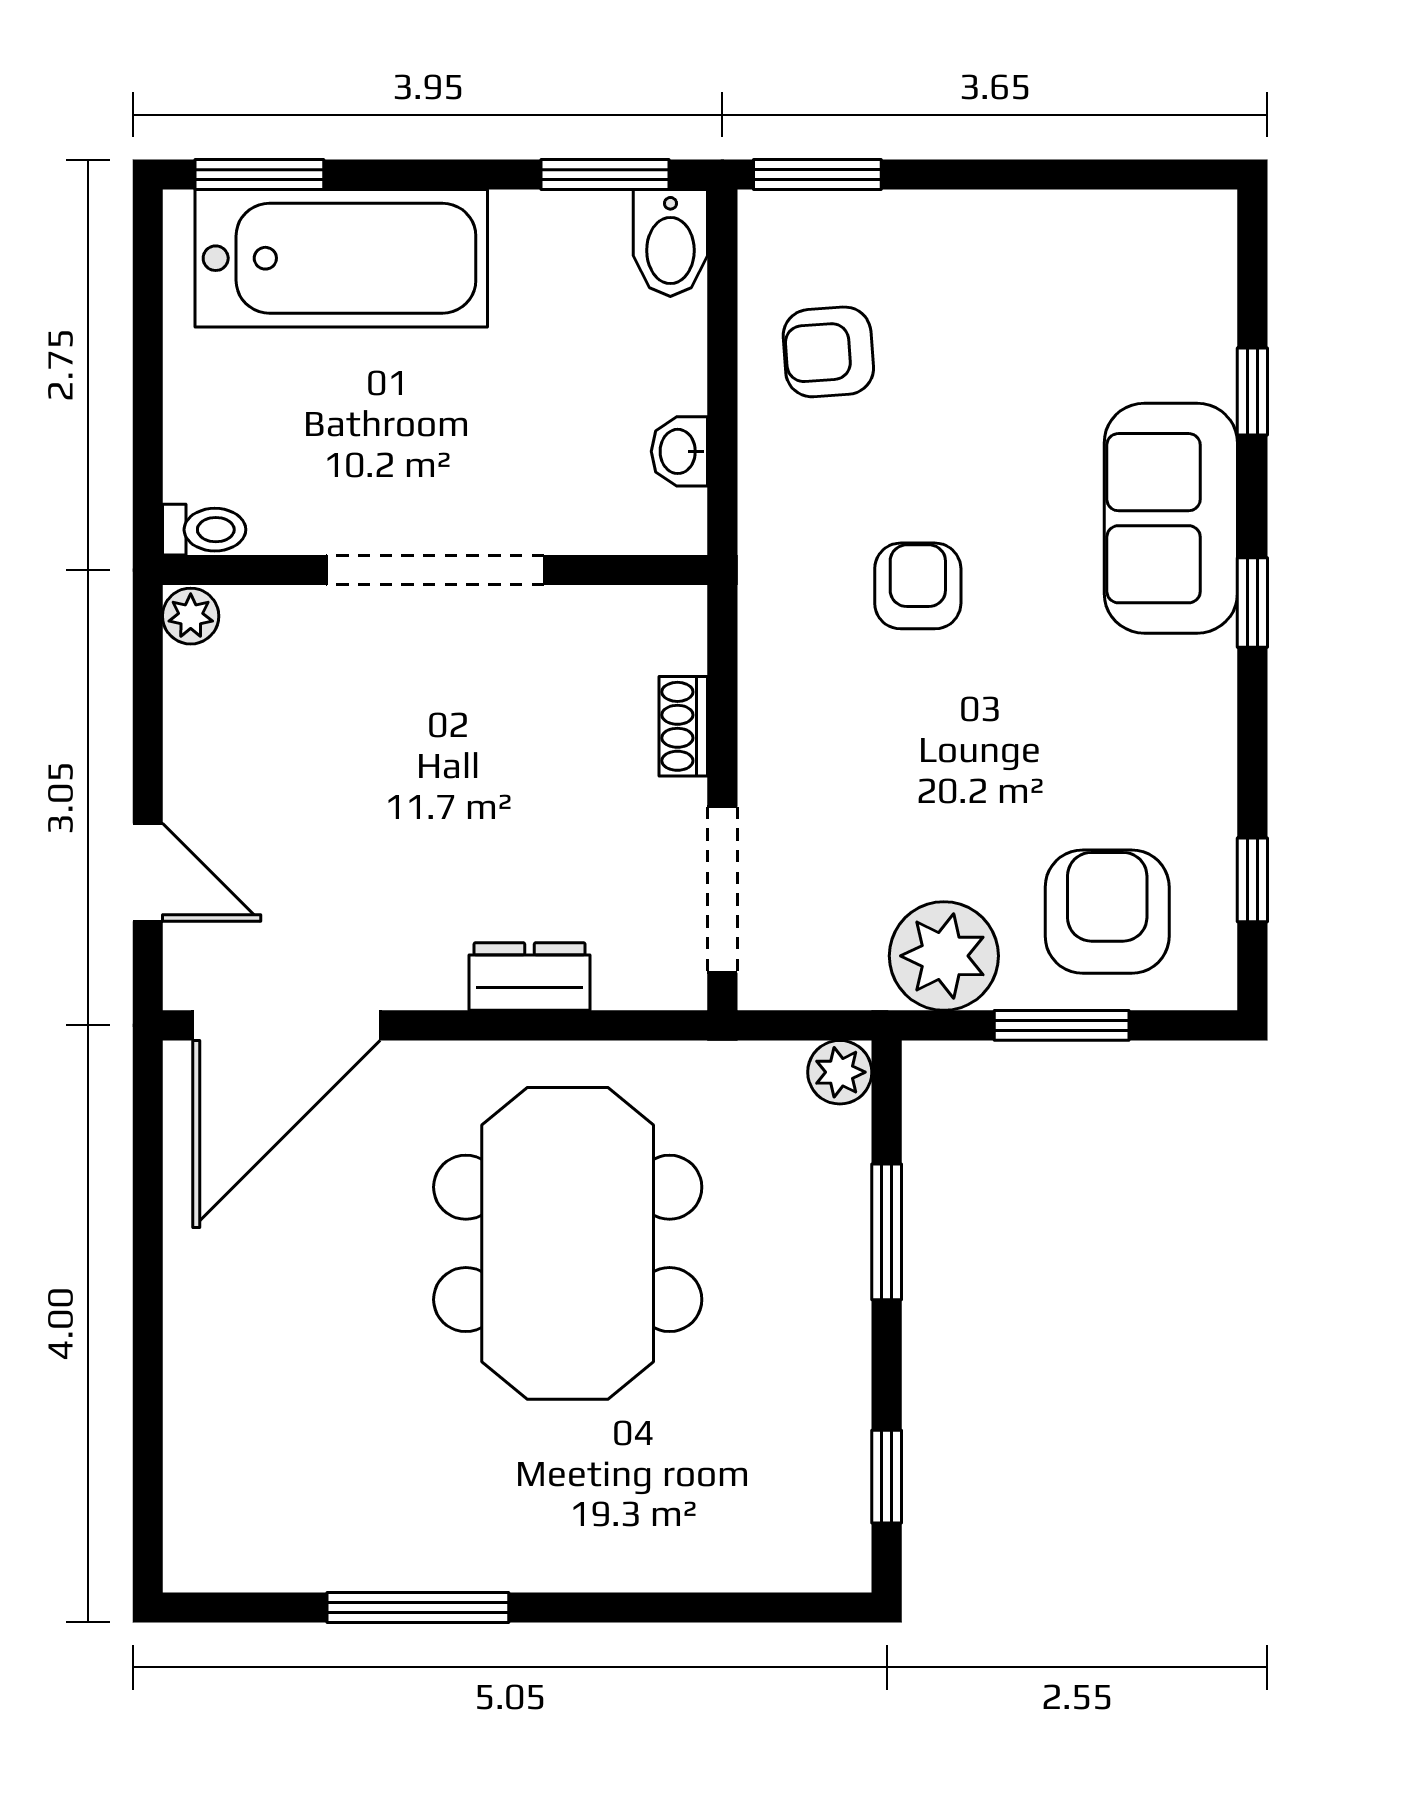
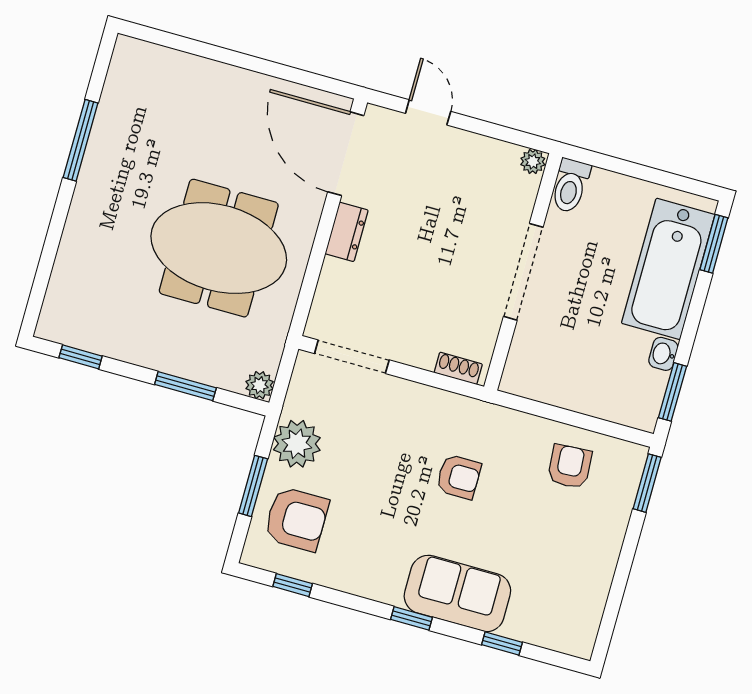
bidet: (670, 243) -> (635, 412), removed
washbasin: (679, 451) -> (663, 354), moved, turned -90
toilet: (204, 530) -> (570, 186), width x1.37, depth x1.39
shoe rack: (683, 726) -> (458, 368), moved
door: (148, 872) -> (428, 112), swing flipped
dresser: (530, 977) -> (347, 232), moved

